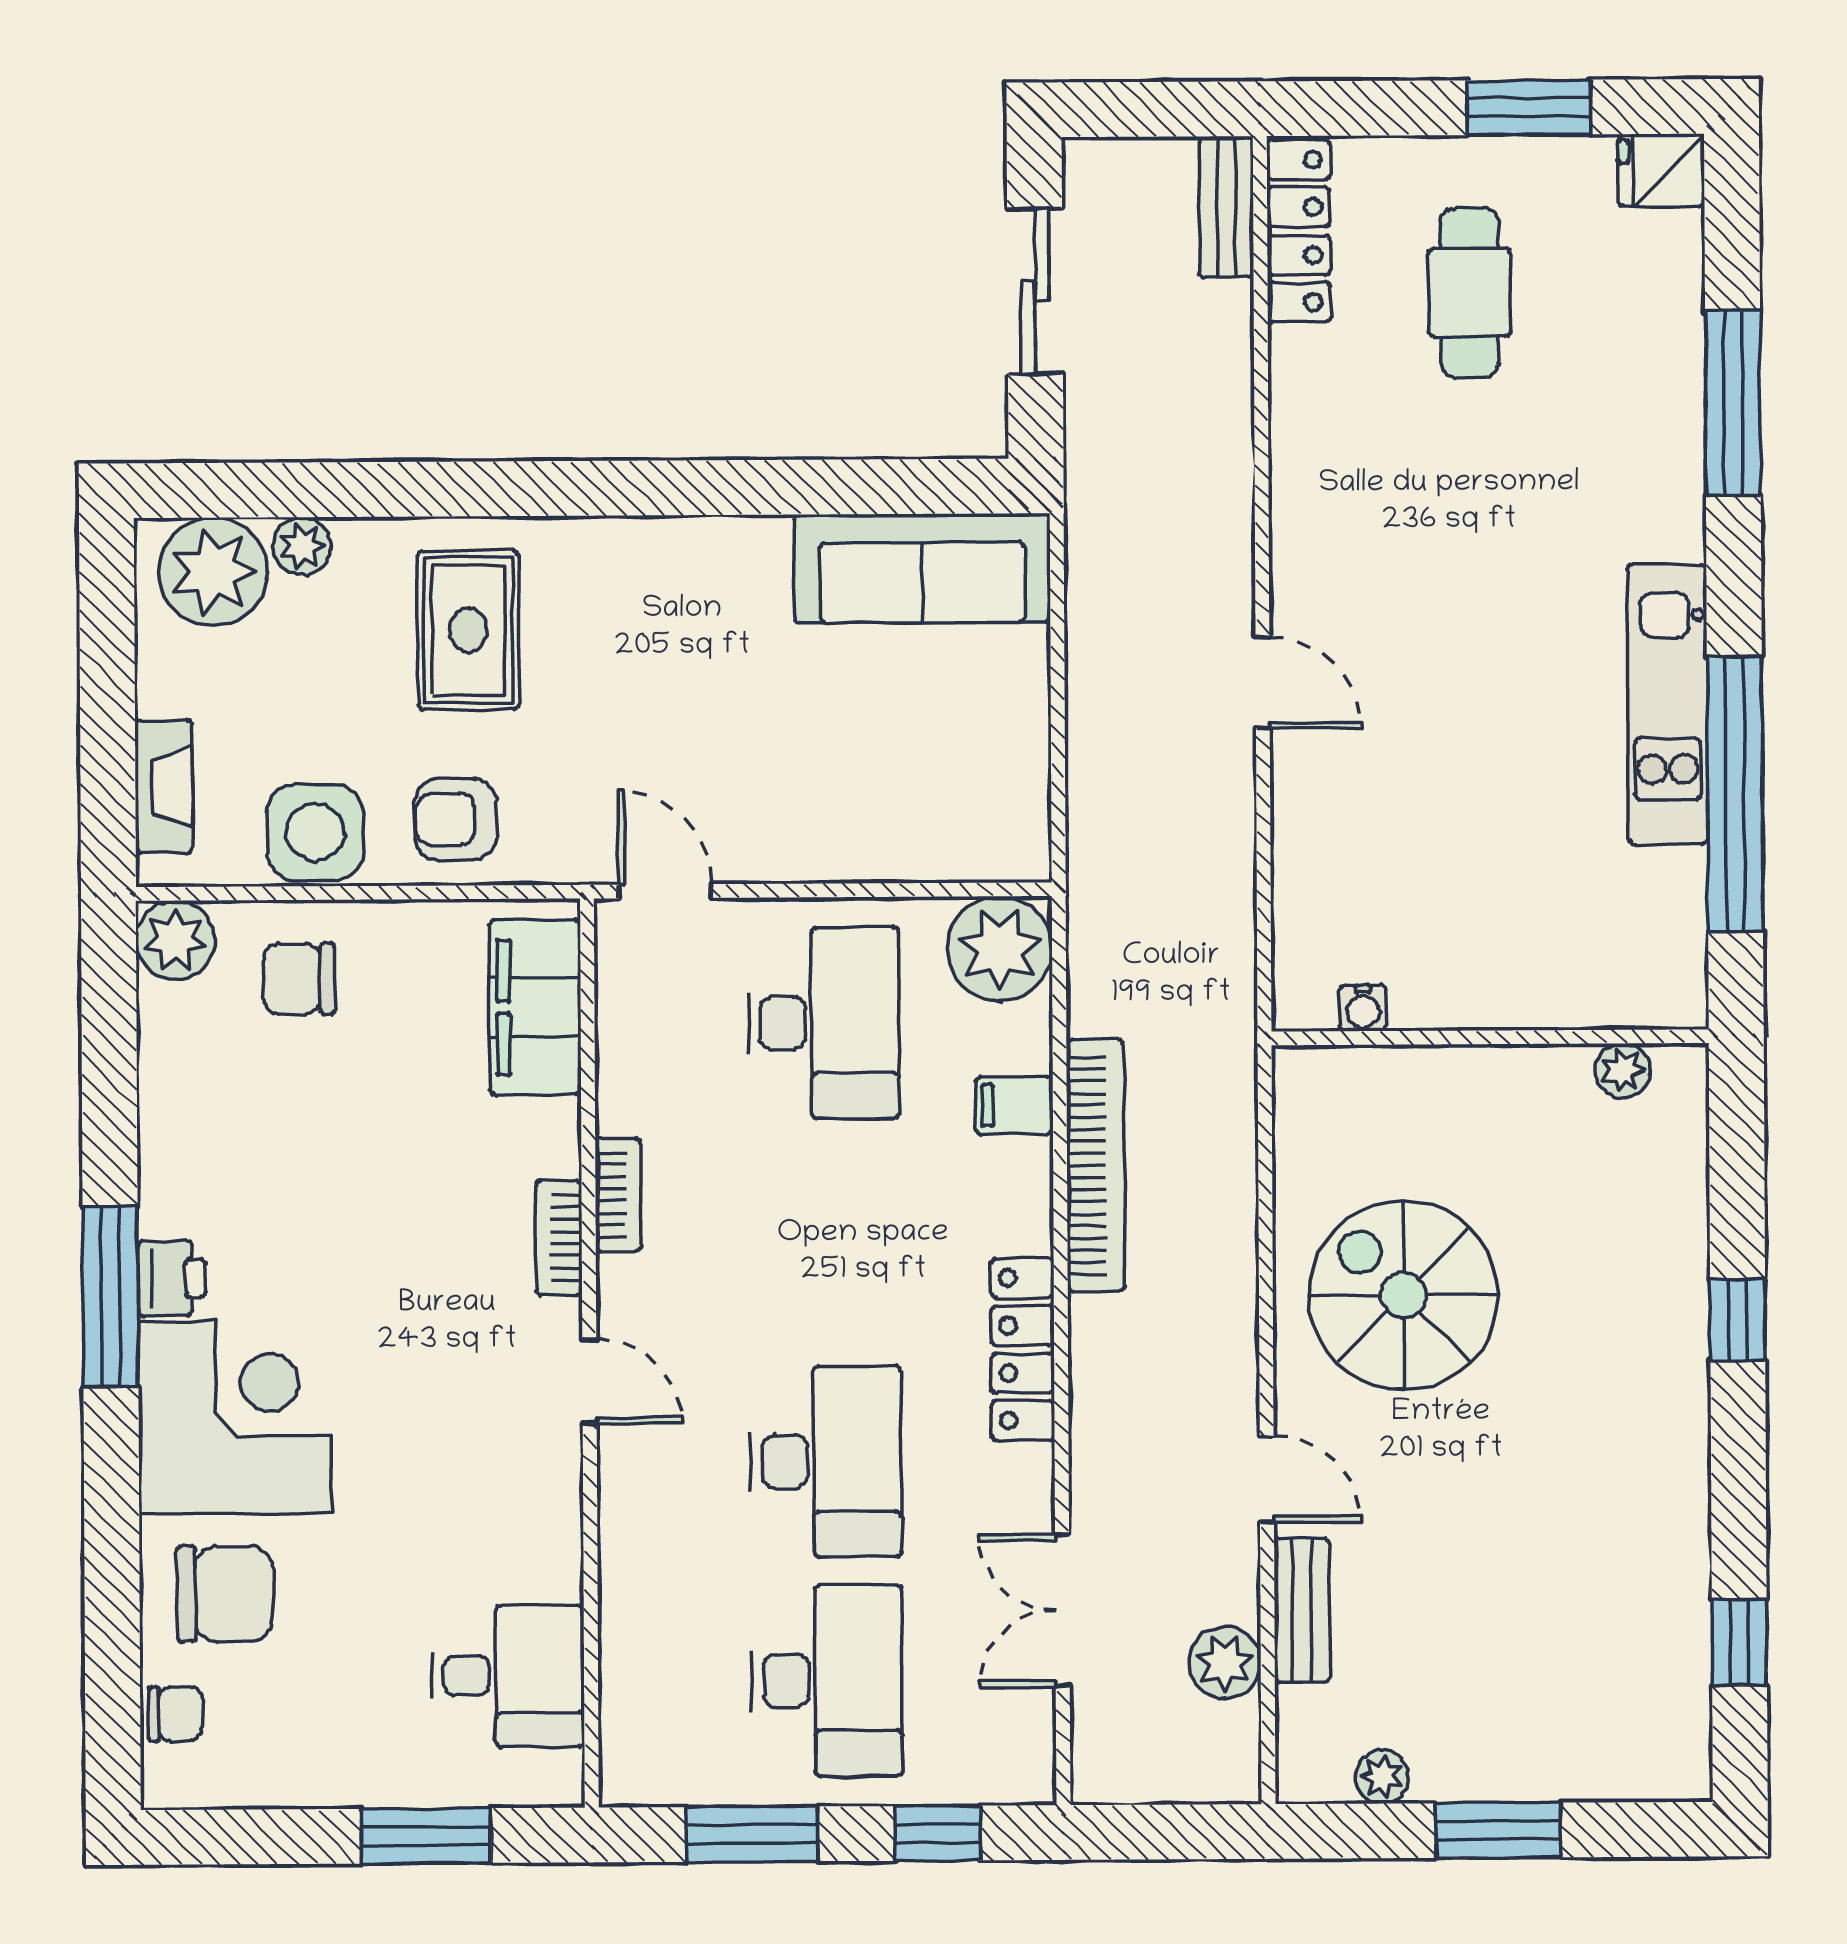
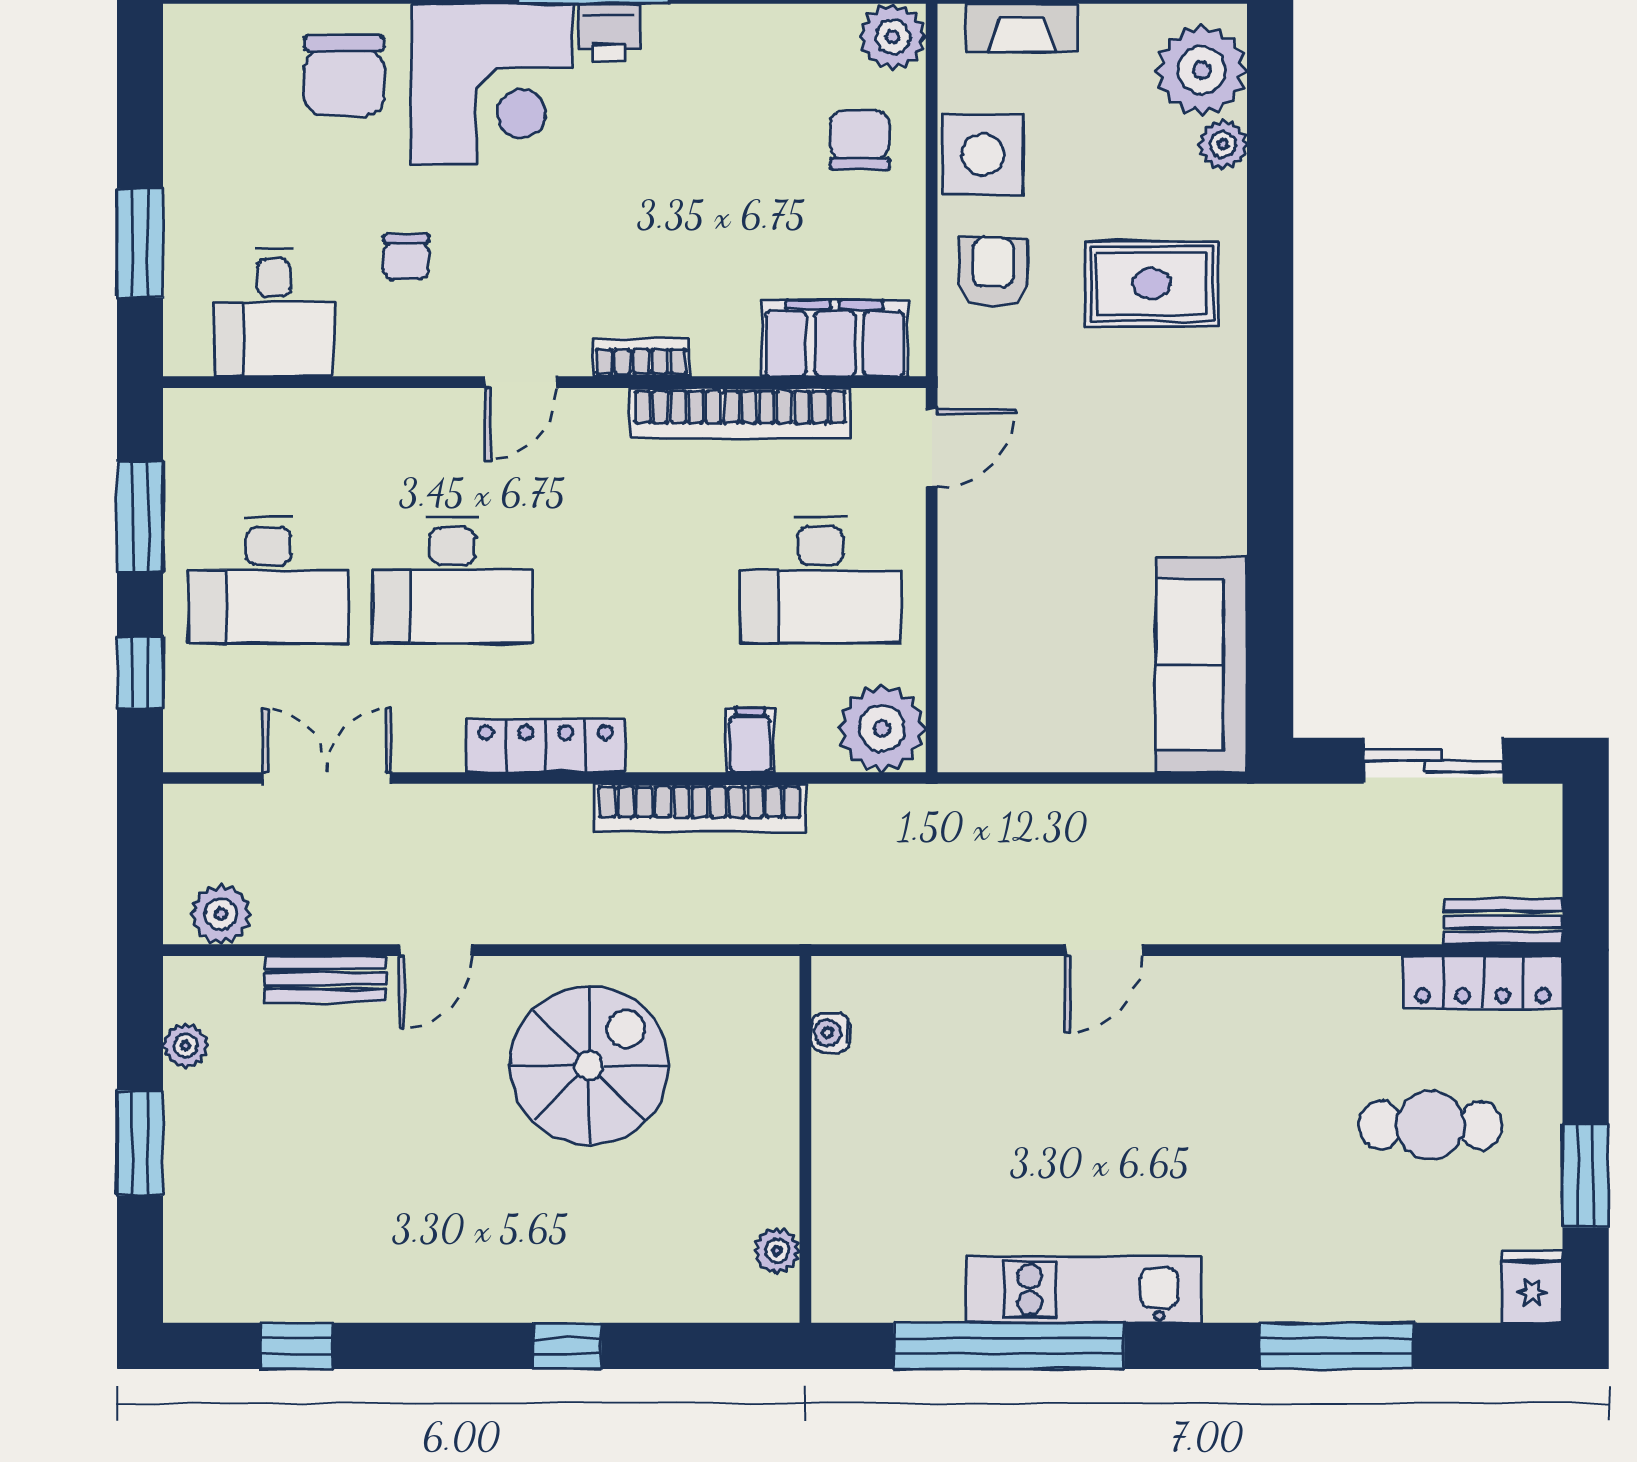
bookcase: (618, 1195) -> (740, 413), width x2.31, depth x1.31
plant: (1225, 1663) -> (221, 914), moved
chair: (175, 1714) -> (406, 257), moved

